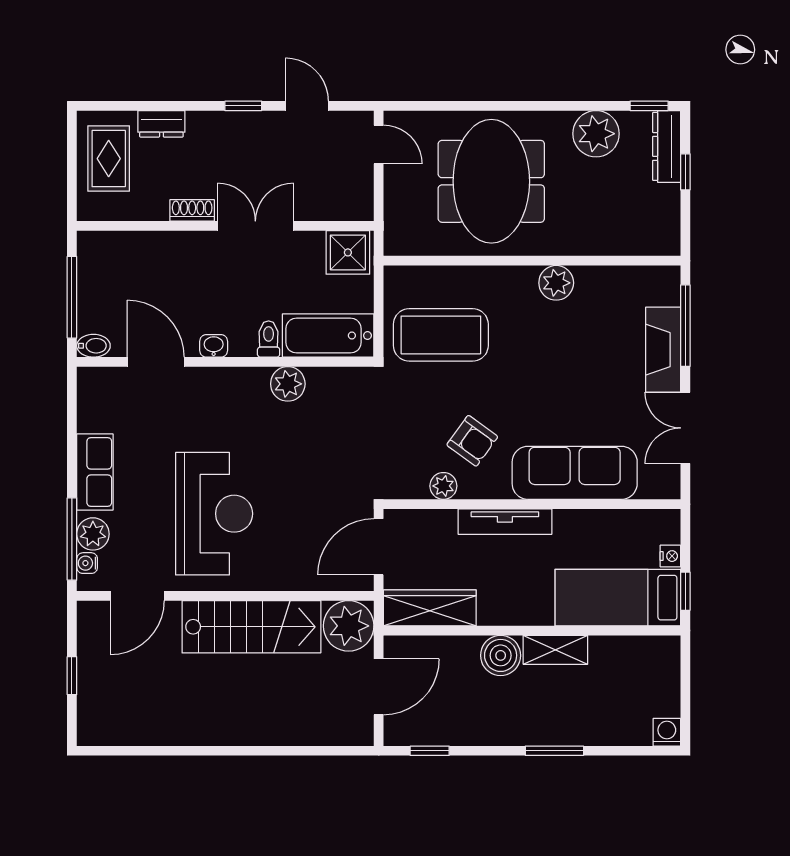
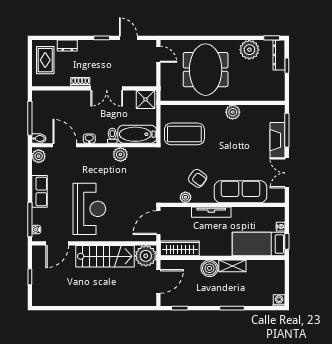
double door: (255, 226) -> (107, 88), swing flipped
plant: (93, 534) -> (39, 156), moved

